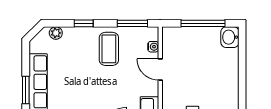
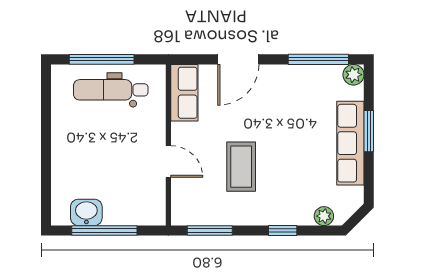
washbasin: (230, 37) -> (86, 212), moved, turned -90
water cooler: (153, 47) -> (179, 196), removed
coffee table: (109, 49) -> (241, 167), moved

